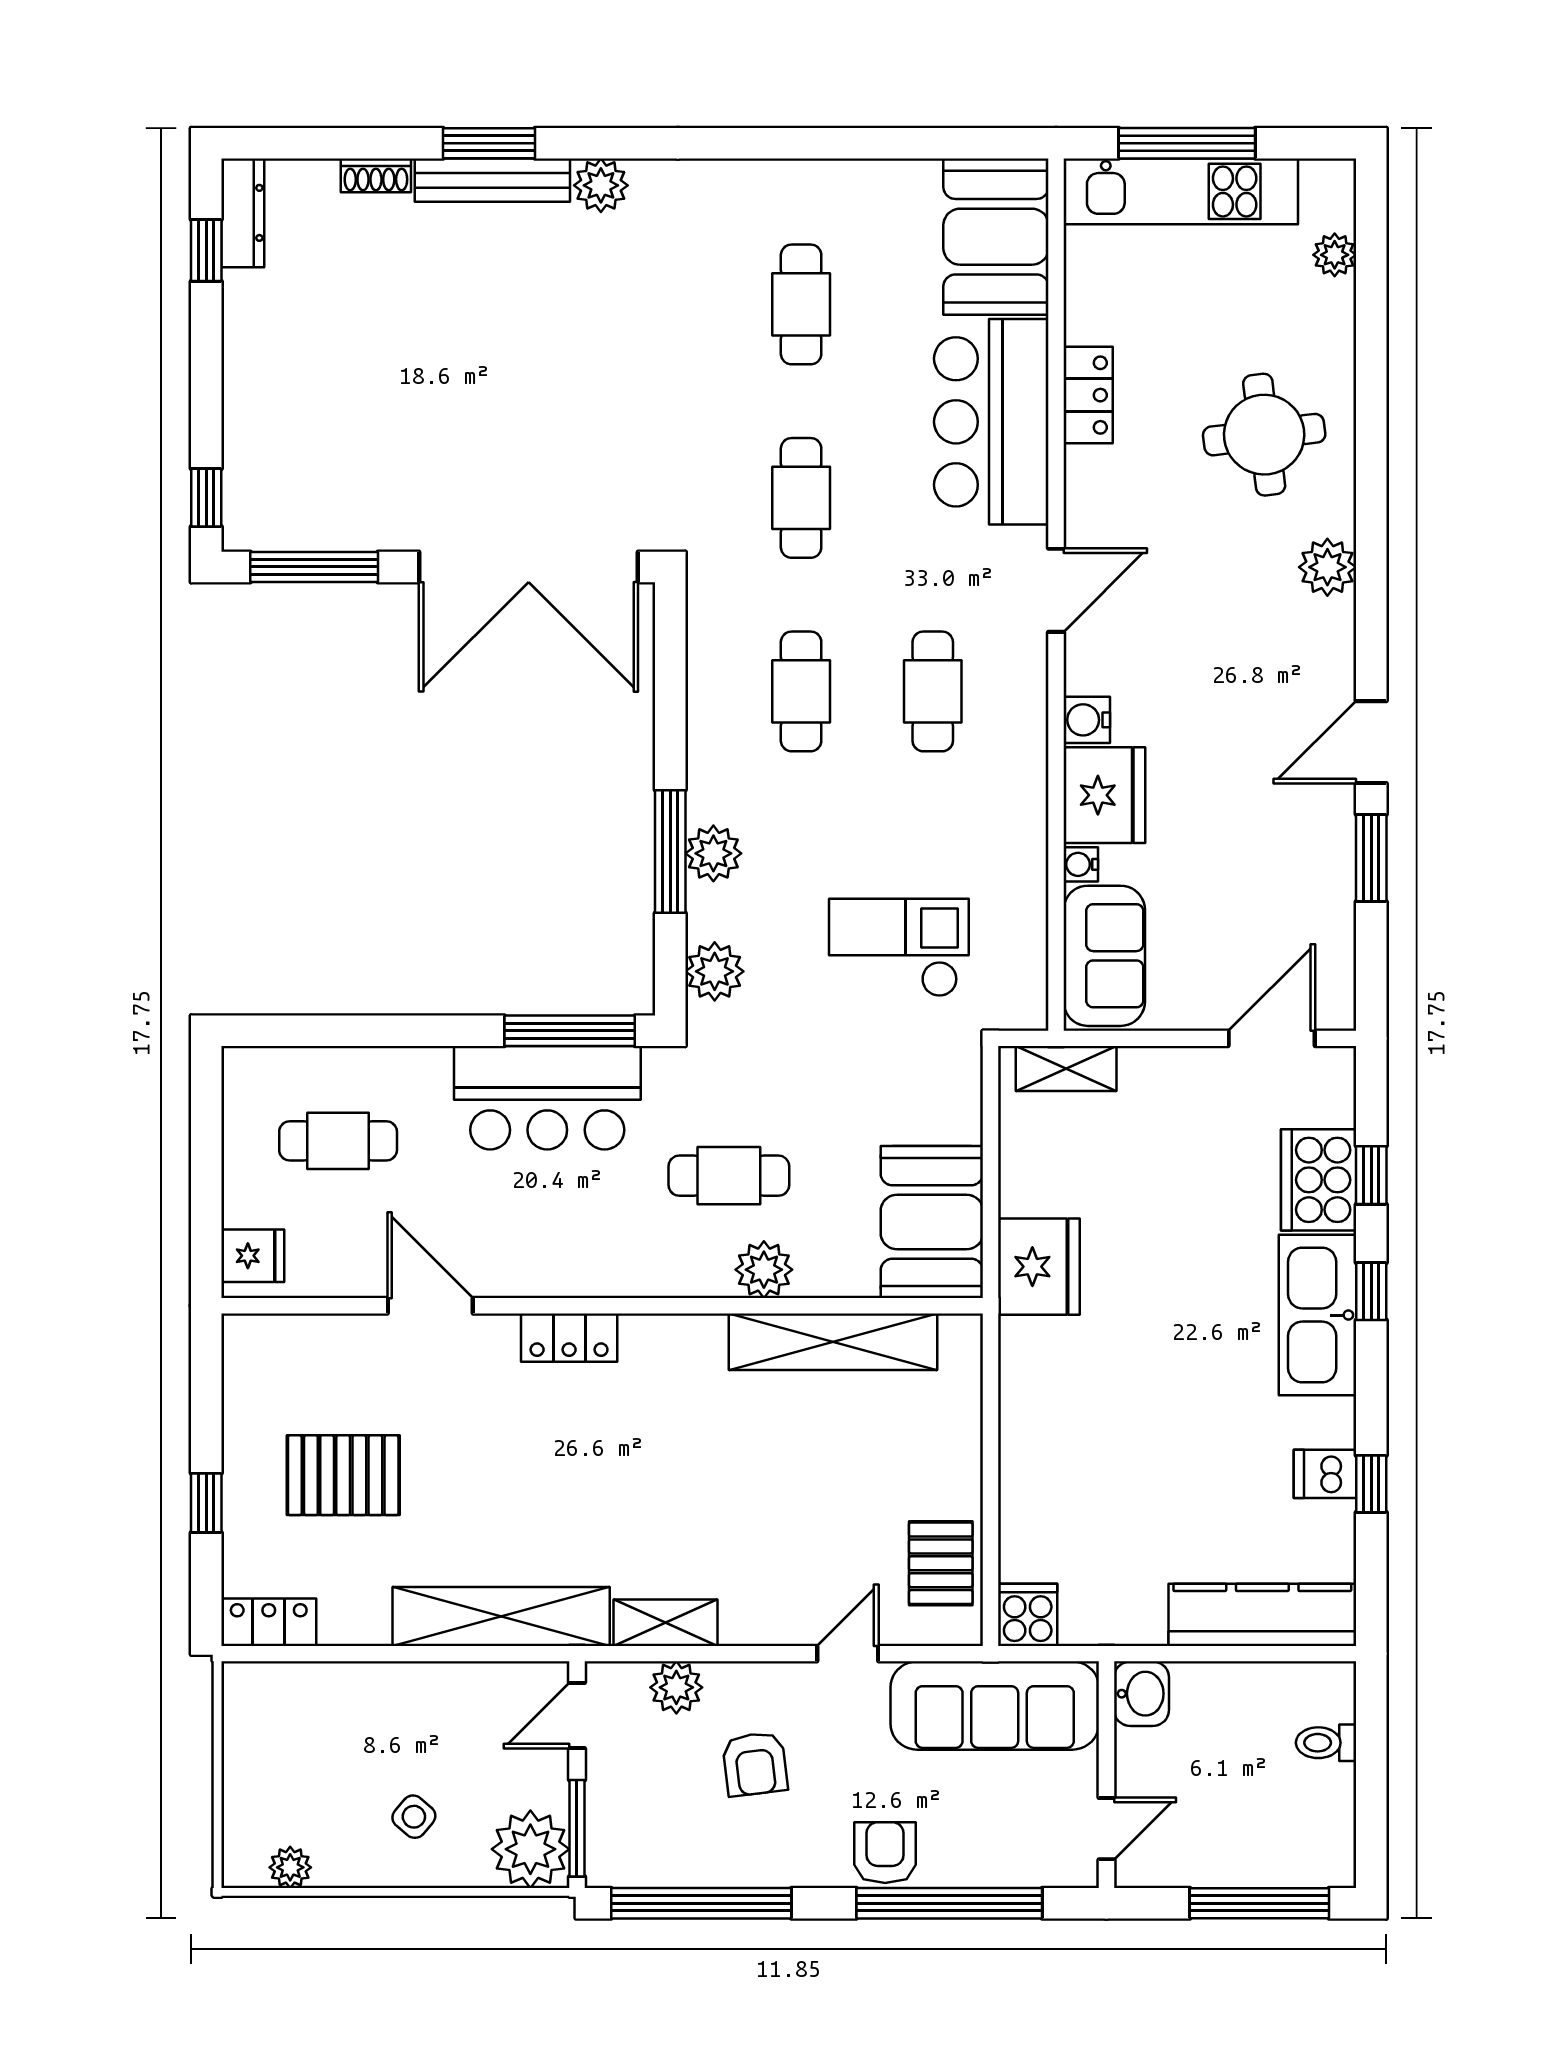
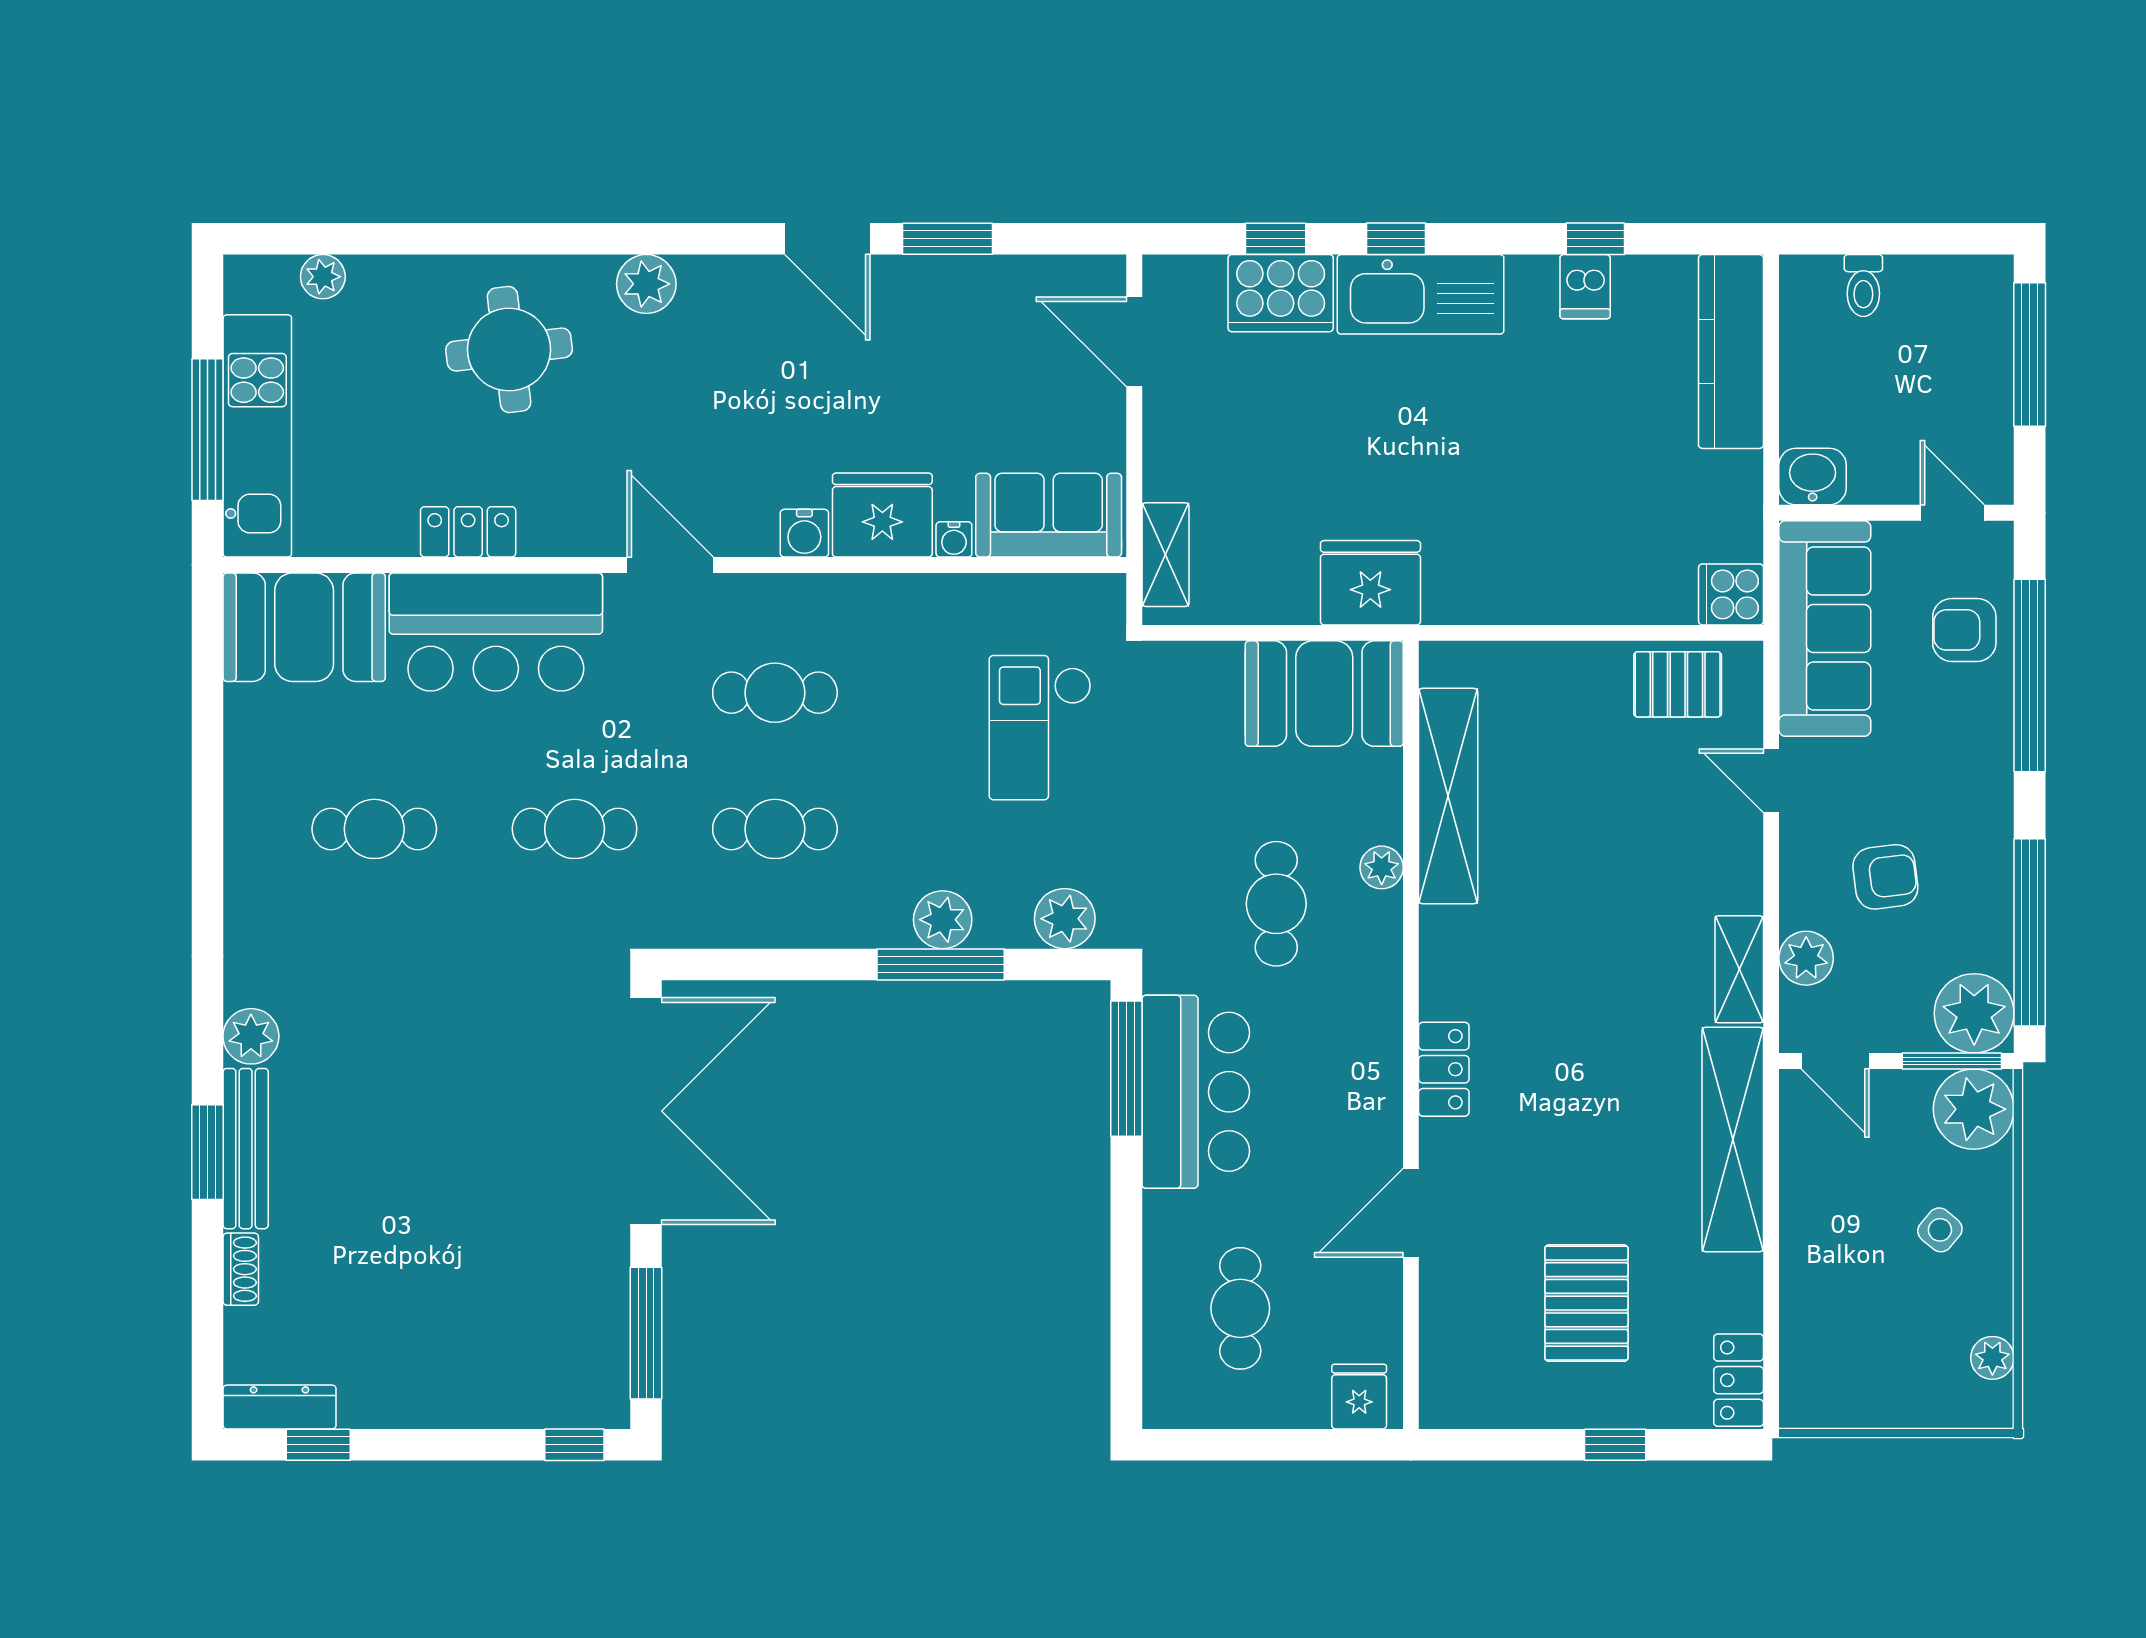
plant: (764, 1270) -> (1382, 867), width x0.73, depth x0.73
plant: (623, 1850) -> (1974, 1013), added
armchair: (885, 1853) -> (1964, 630), moved

